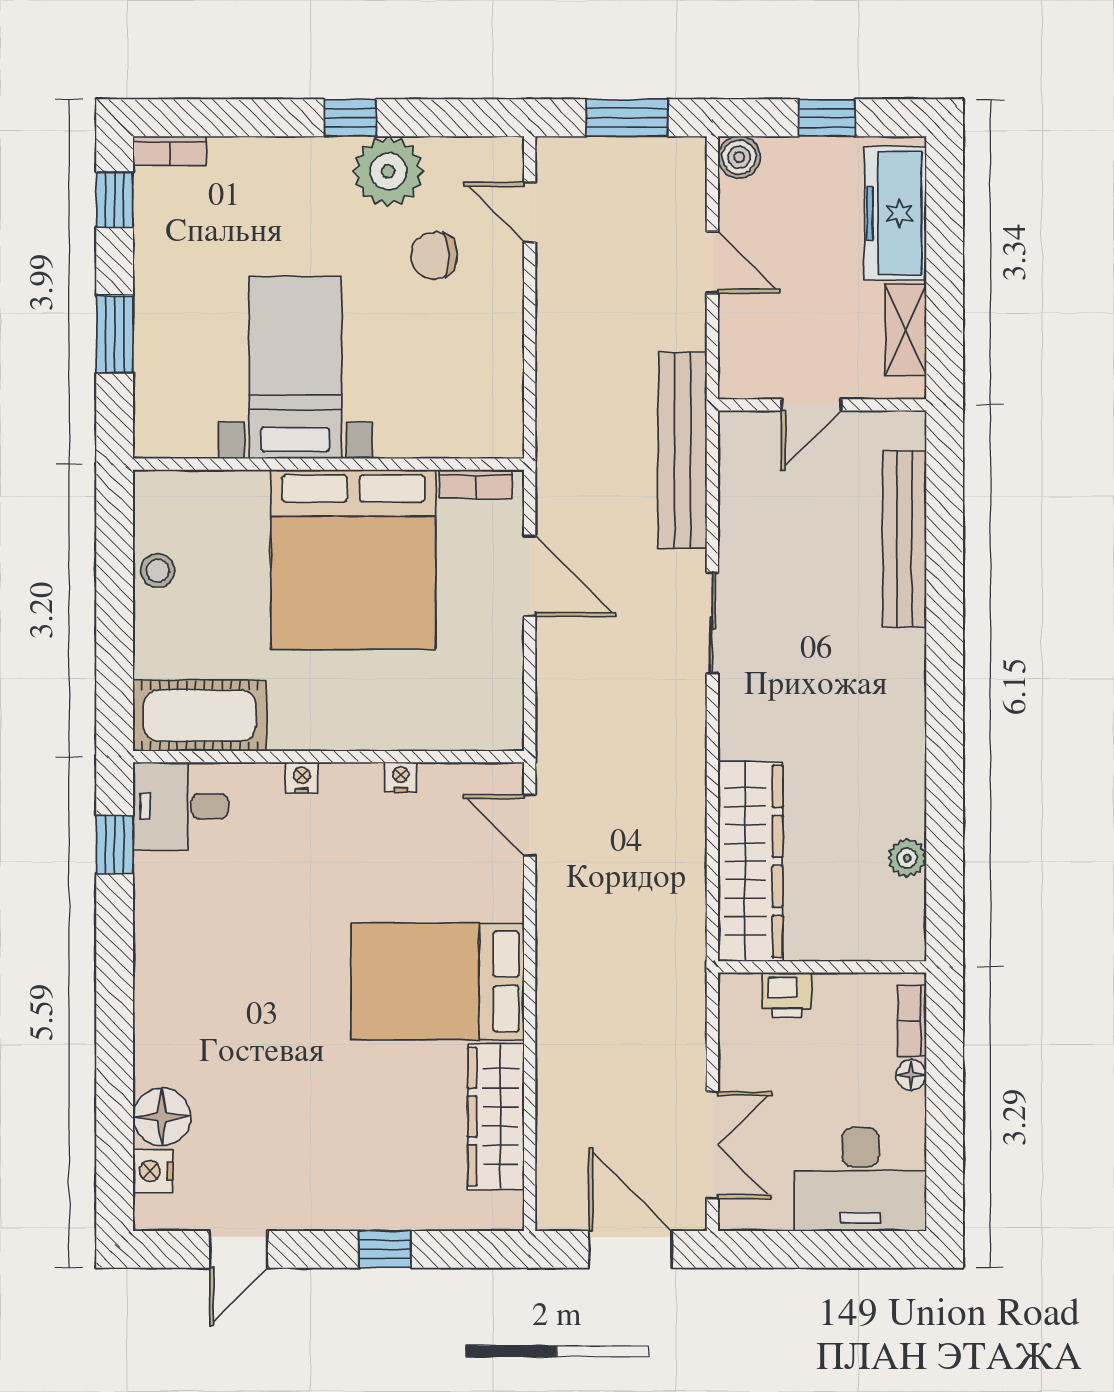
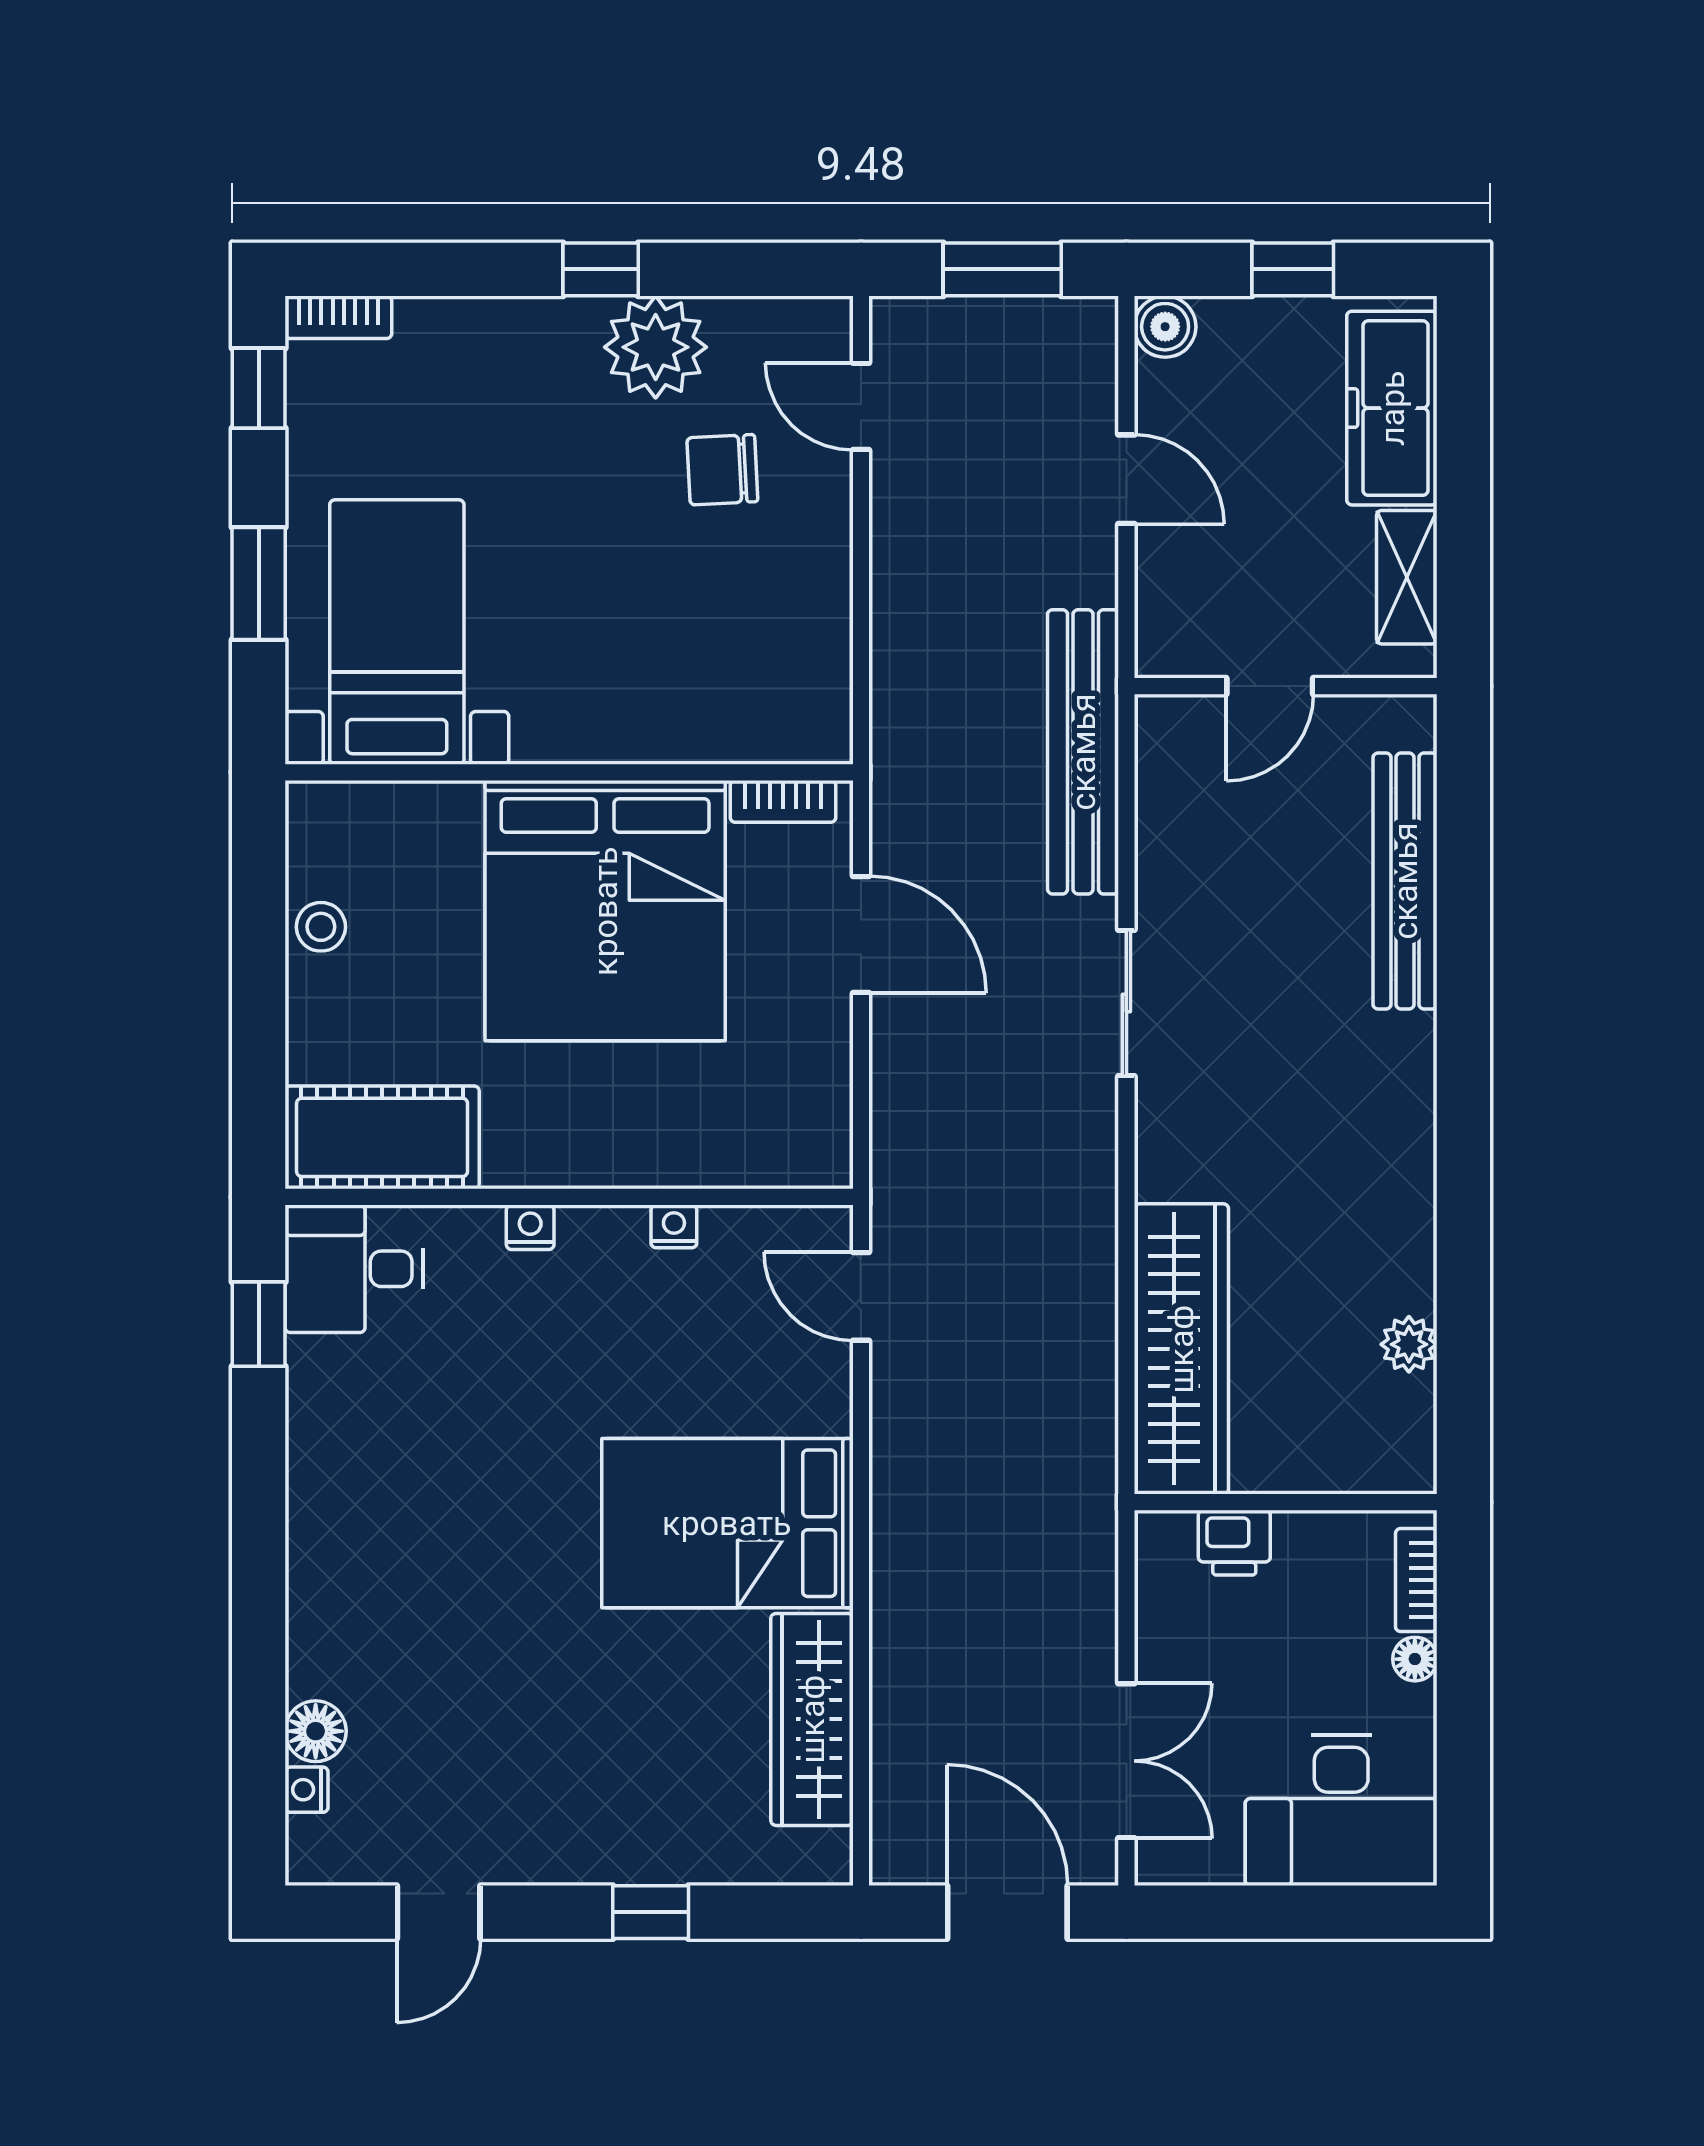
bed with nightstands: (295, 368) -> (397, 632), moved
floor lamp: (162, 1117) -> (316, 1731), width x0.73, depth x0.73
nightstand: (153, 1171) -> (307, 1790), width x0.72, depth x0.74

